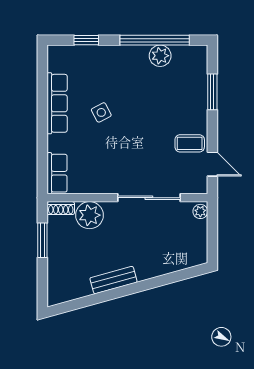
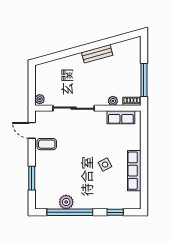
row of seats: (57, 173) -> (121, 117), moved, turned -90
plant: (90, 215) -> (113, 101), width x0.53, depth x0.53
window: (42, 240) -> (144, 80), width x1.44

